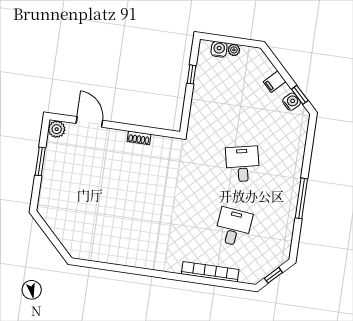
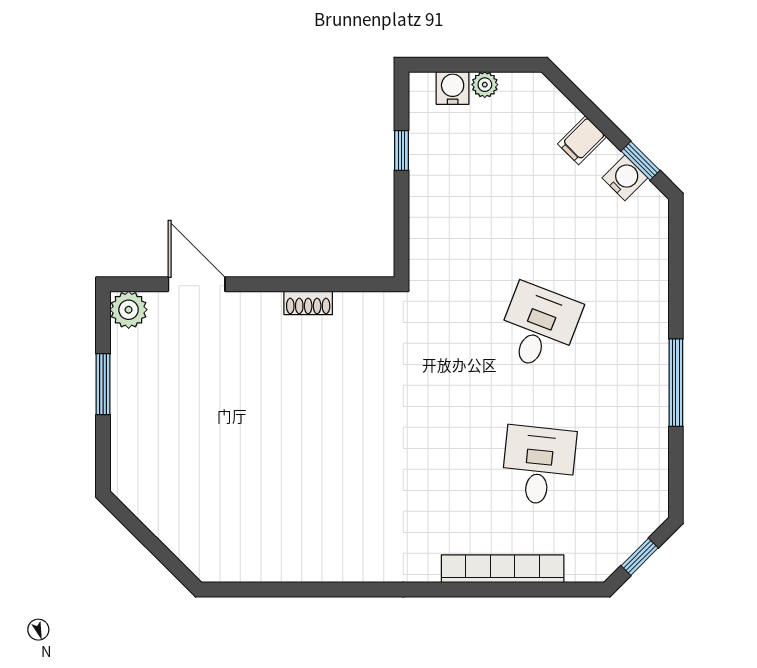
desk: (243, 164) -> (539, 327), turned 33

